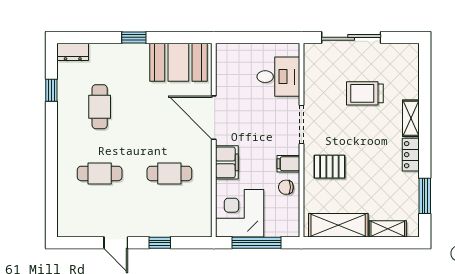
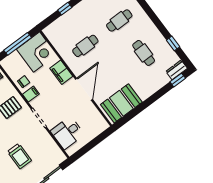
window: (134, 37) -> (178, 80), moved
trolley: (365, 93) -> (19, 156), turned 90
door: (214, 118) -> (84, 89), hinge flipped

